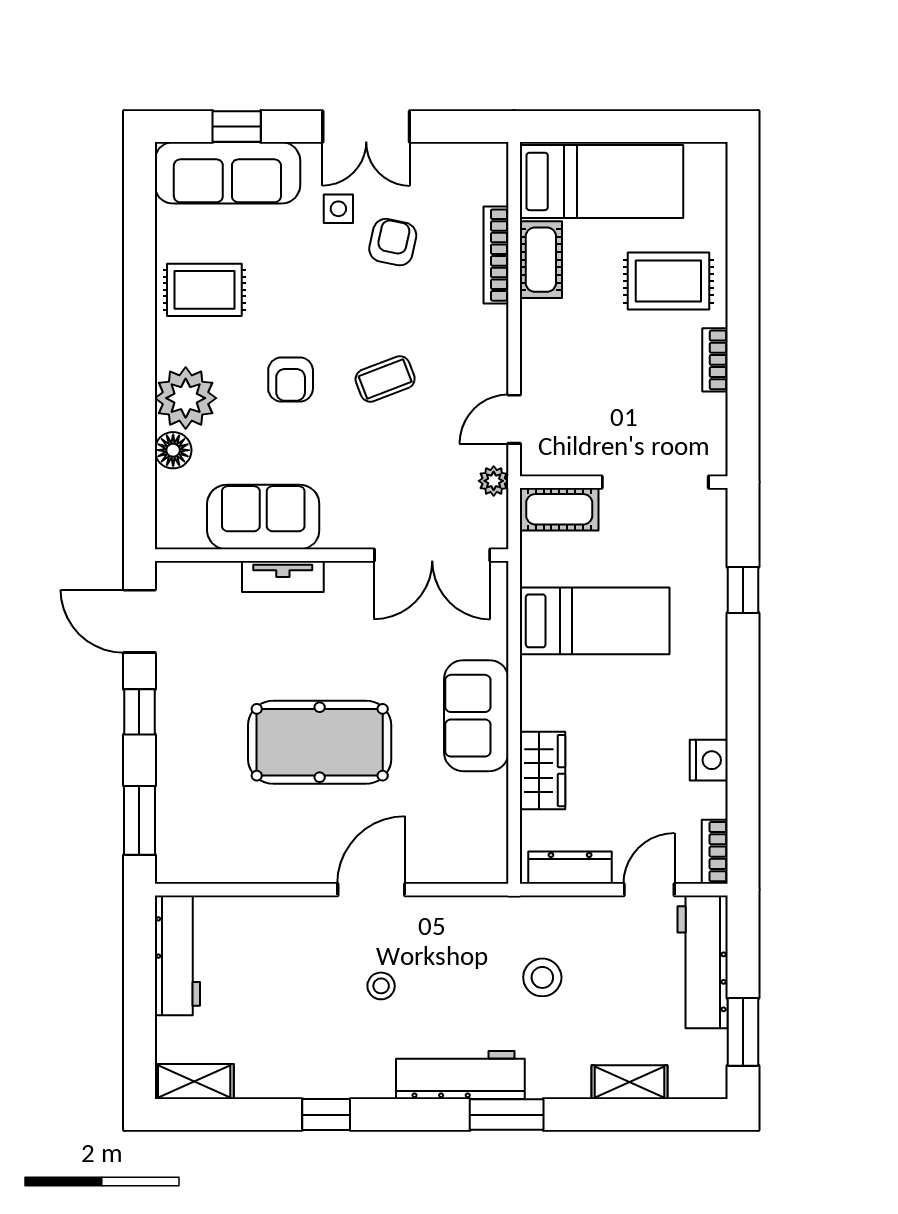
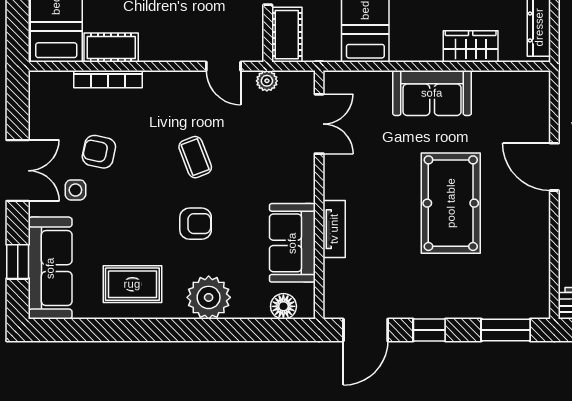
rug: (204, 290) -> (132, 284), turned 90
floor lamp: (173, 450) -> (283, 306), moved
double door: (432, 555) -> (319, 124), width x0.73

